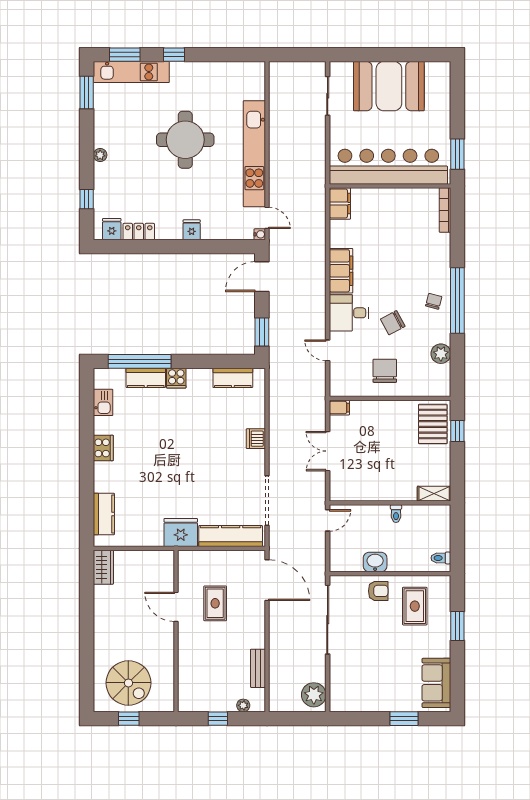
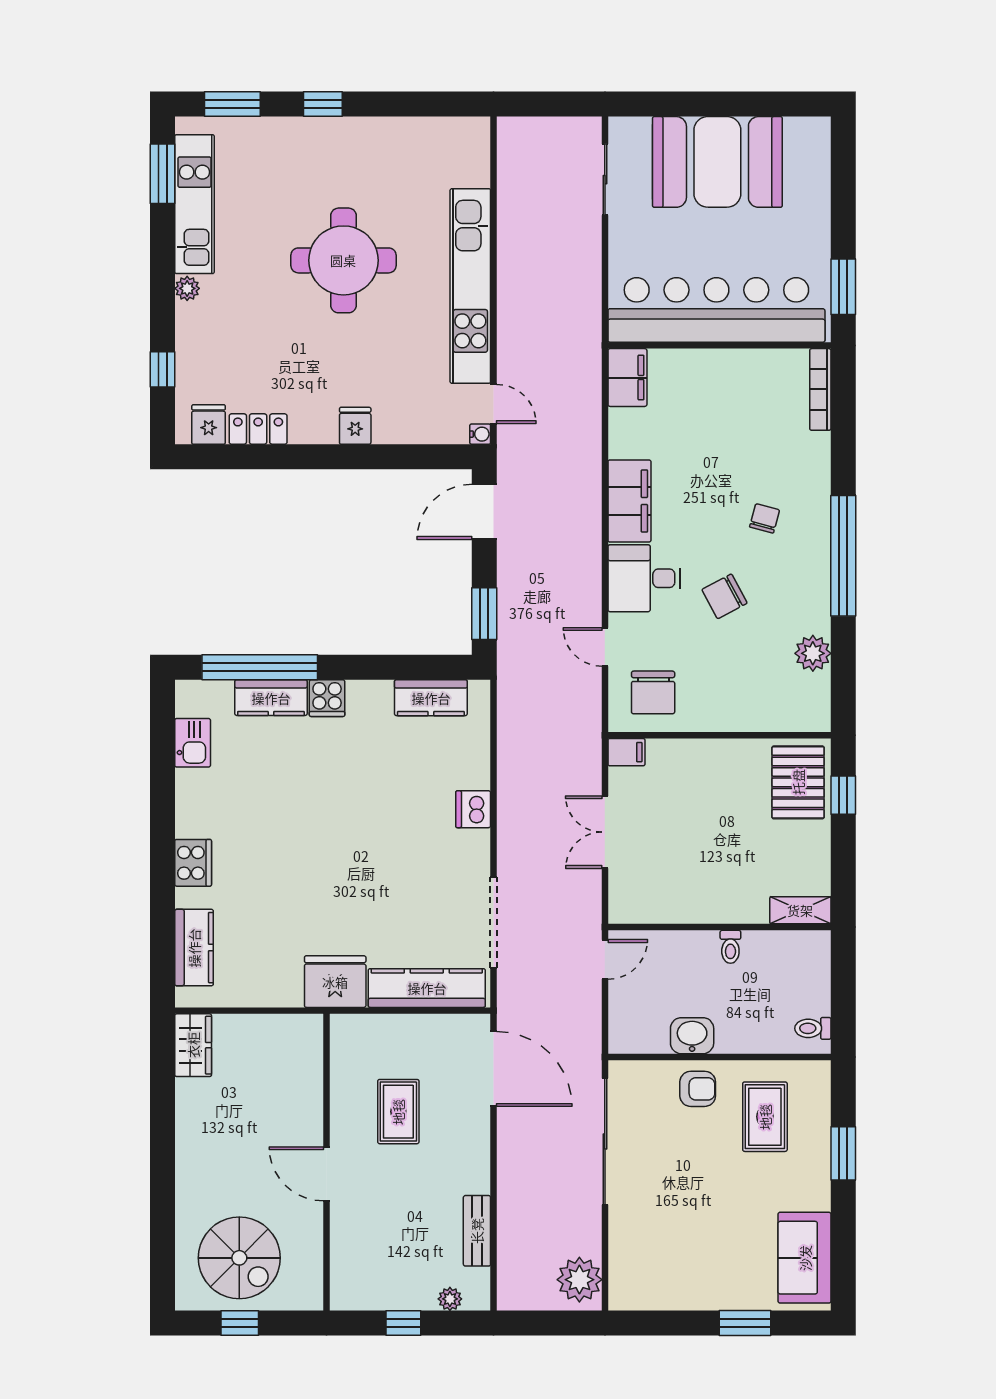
kitchen unit: (131, 72) -> (195, 204), moved, turned -90
chair: (434, 301) -> (765, 518), moved
chair: (385, 371) -> (653, 692), moved, turned 180
cooker: (103, 448) -> (193, 863), moved
door: (176, 607) -> (327, 1174), moved

